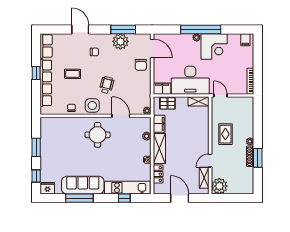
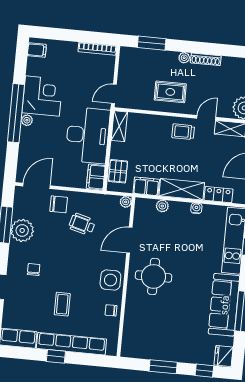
wheelchair: (107, 85) -> (82, 224), moved
trolley: (199, 146) -> (183, 132), added
window: (258, 158) -> (152, 43), moved
door: (210, 161) -> (206, 118), swing flipped

